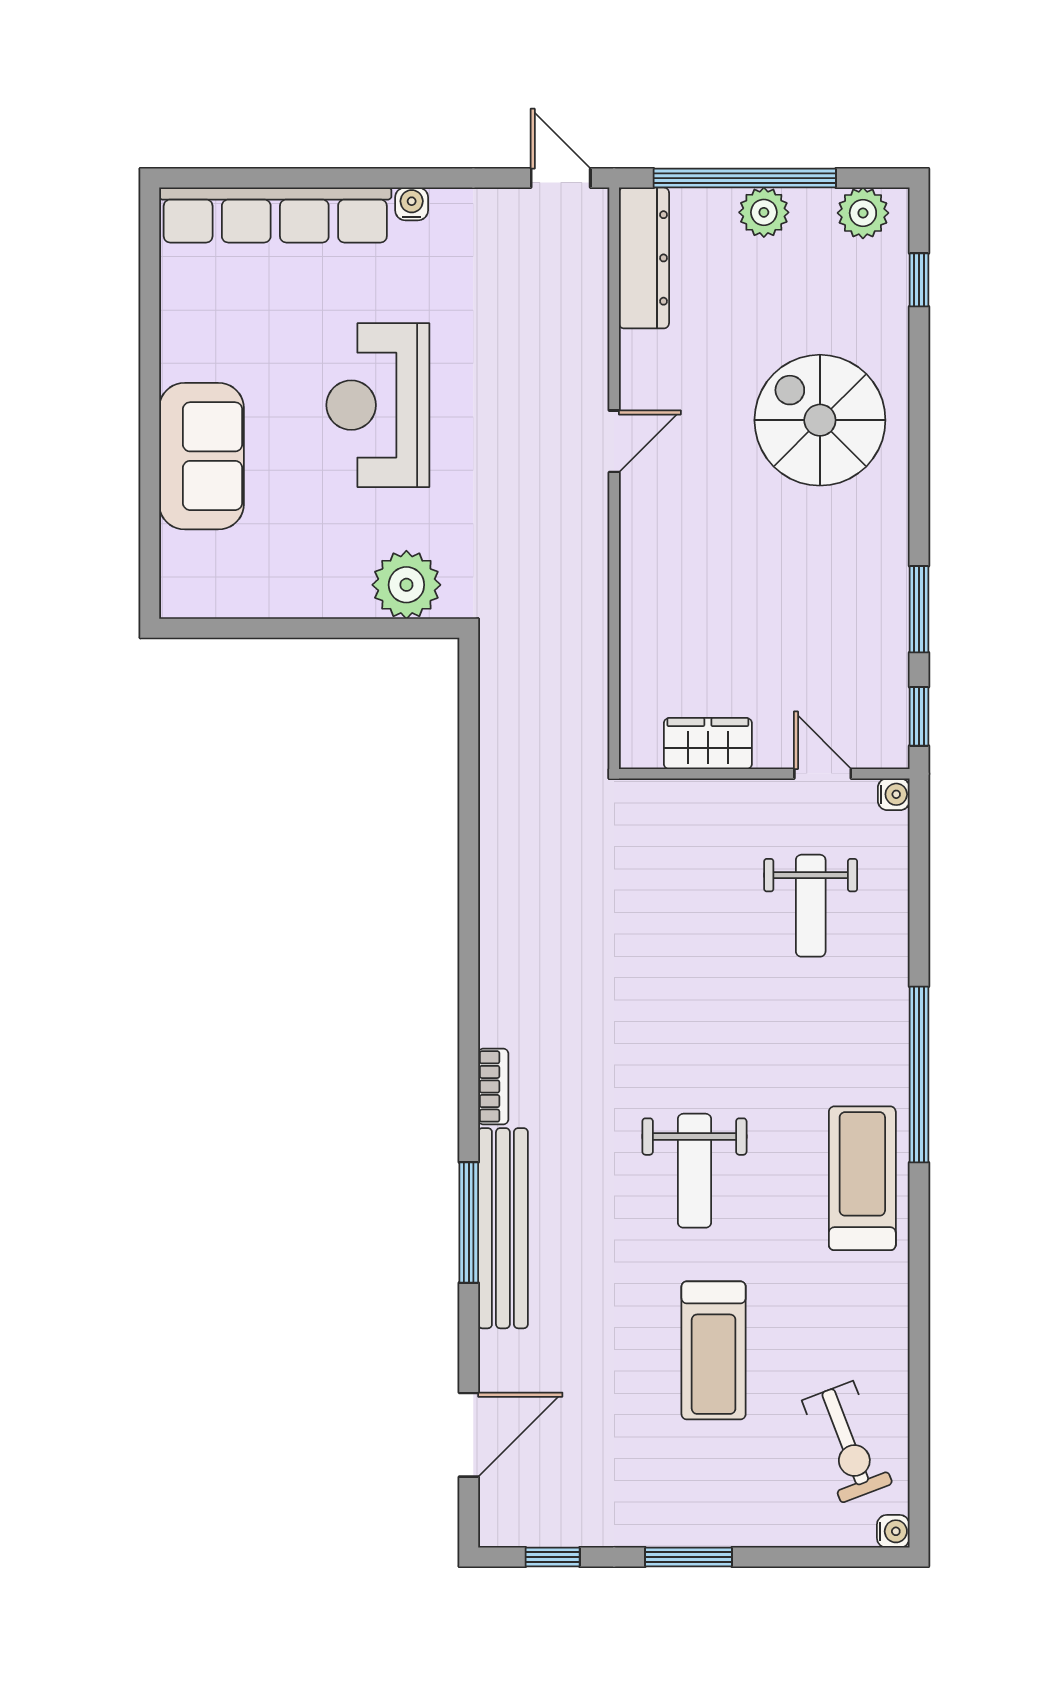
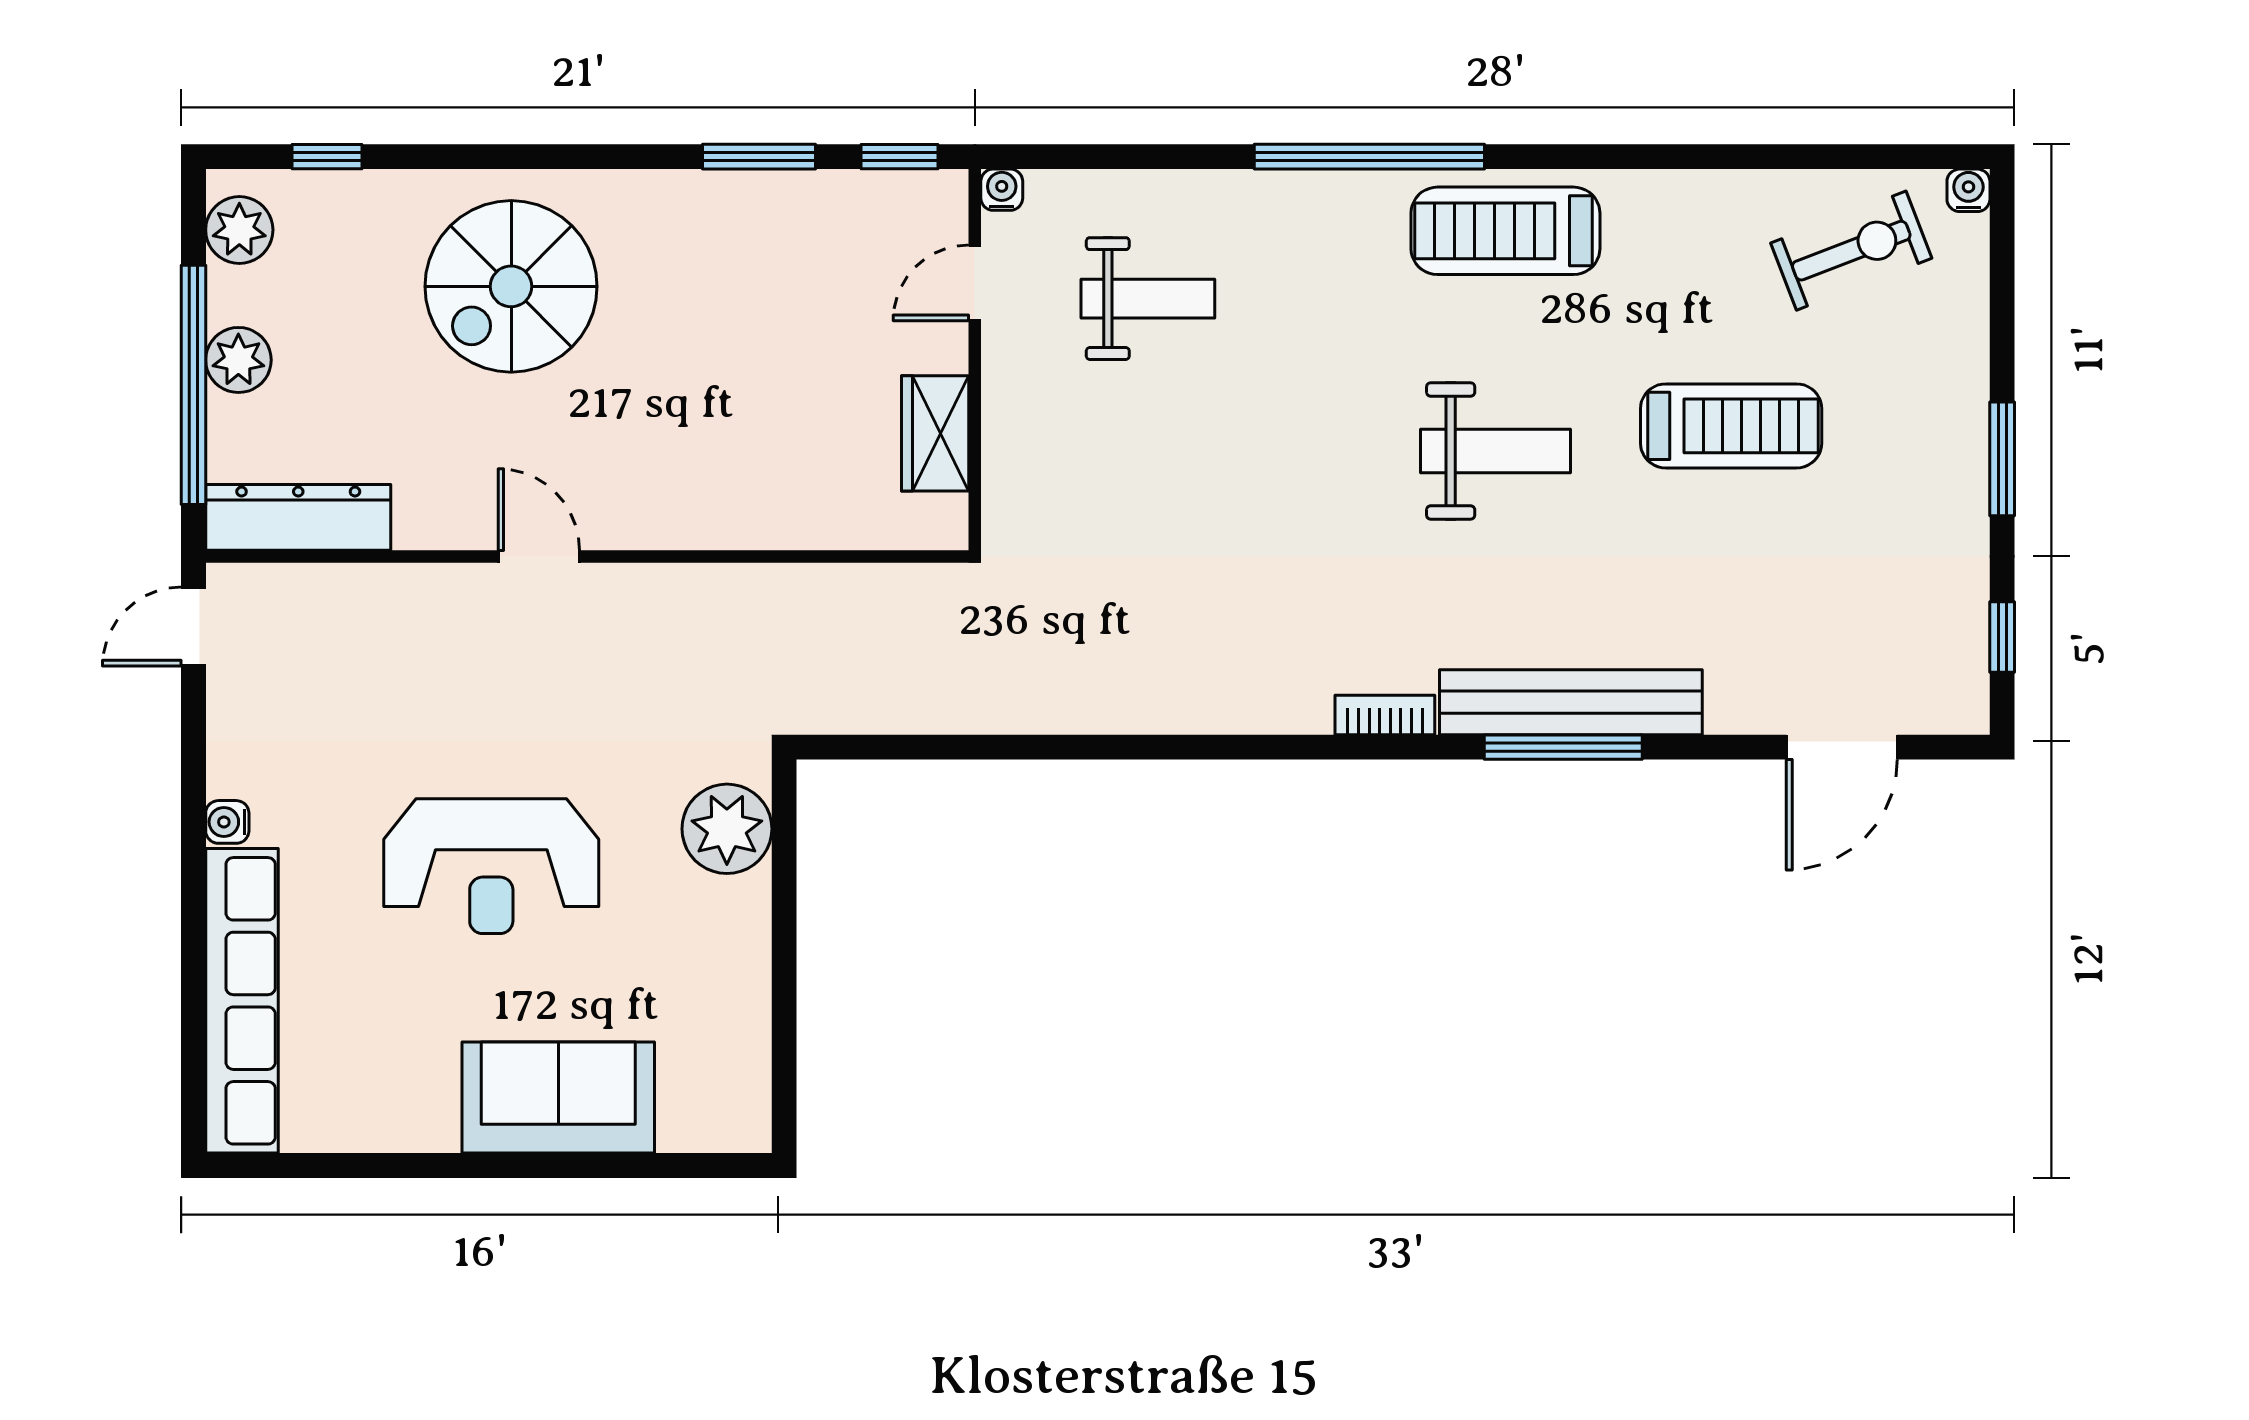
door: (469, 1435) -> (1842, 747), swing flipped

